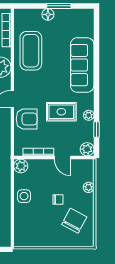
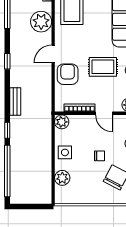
armchair: (27, 119) -> (68, 74), turned -90
plant: (21, 221) -> (62, 178), added

